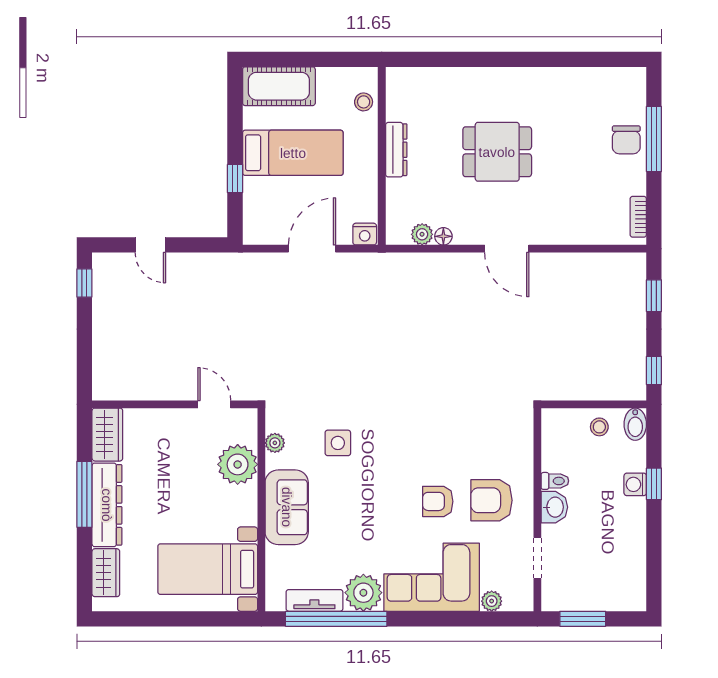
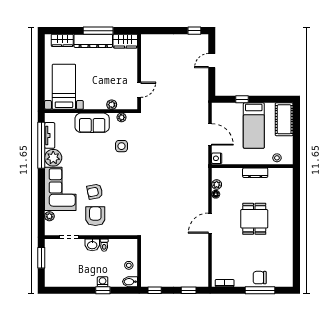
plant: (238, 464) -> (112, 105), width x0.53, depth x0.53
armchair: (438, 501) -> (95, 192), turned -101

